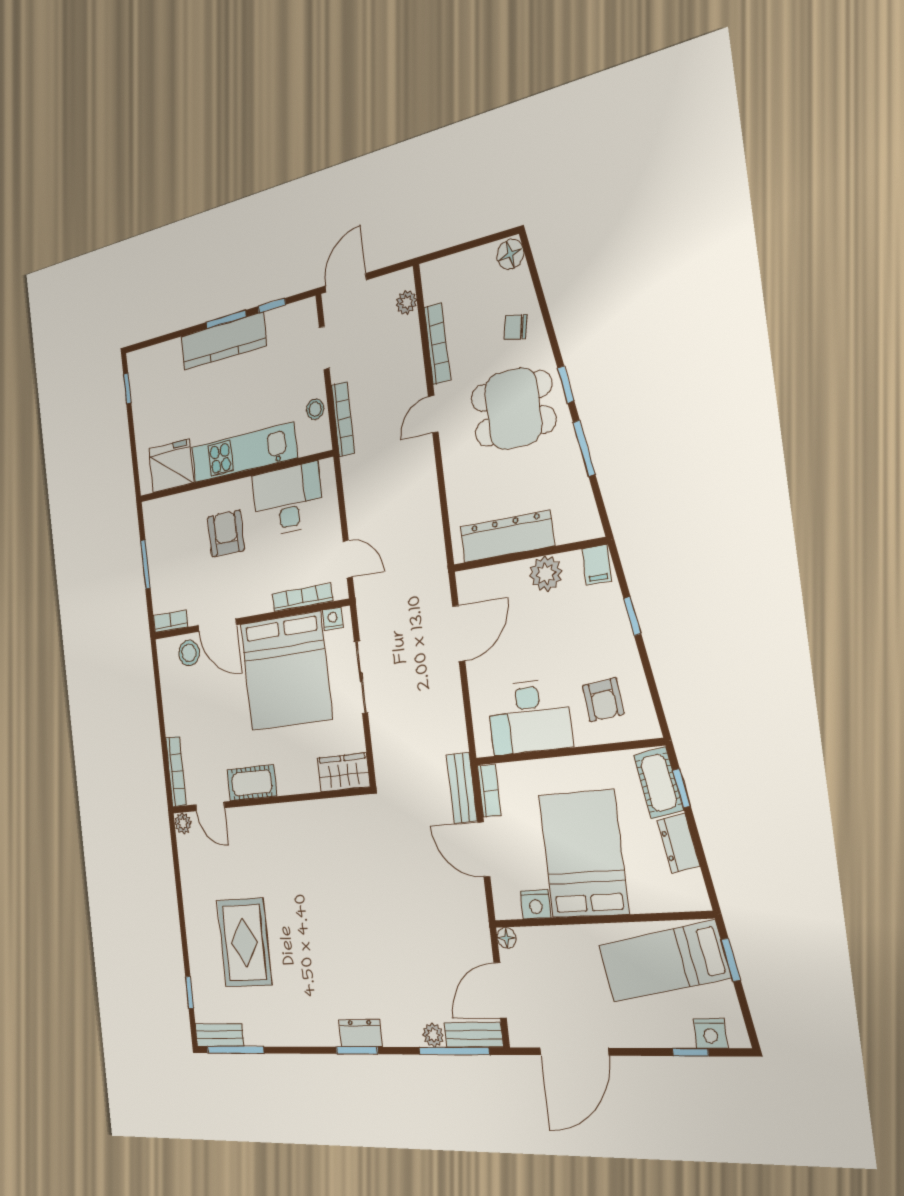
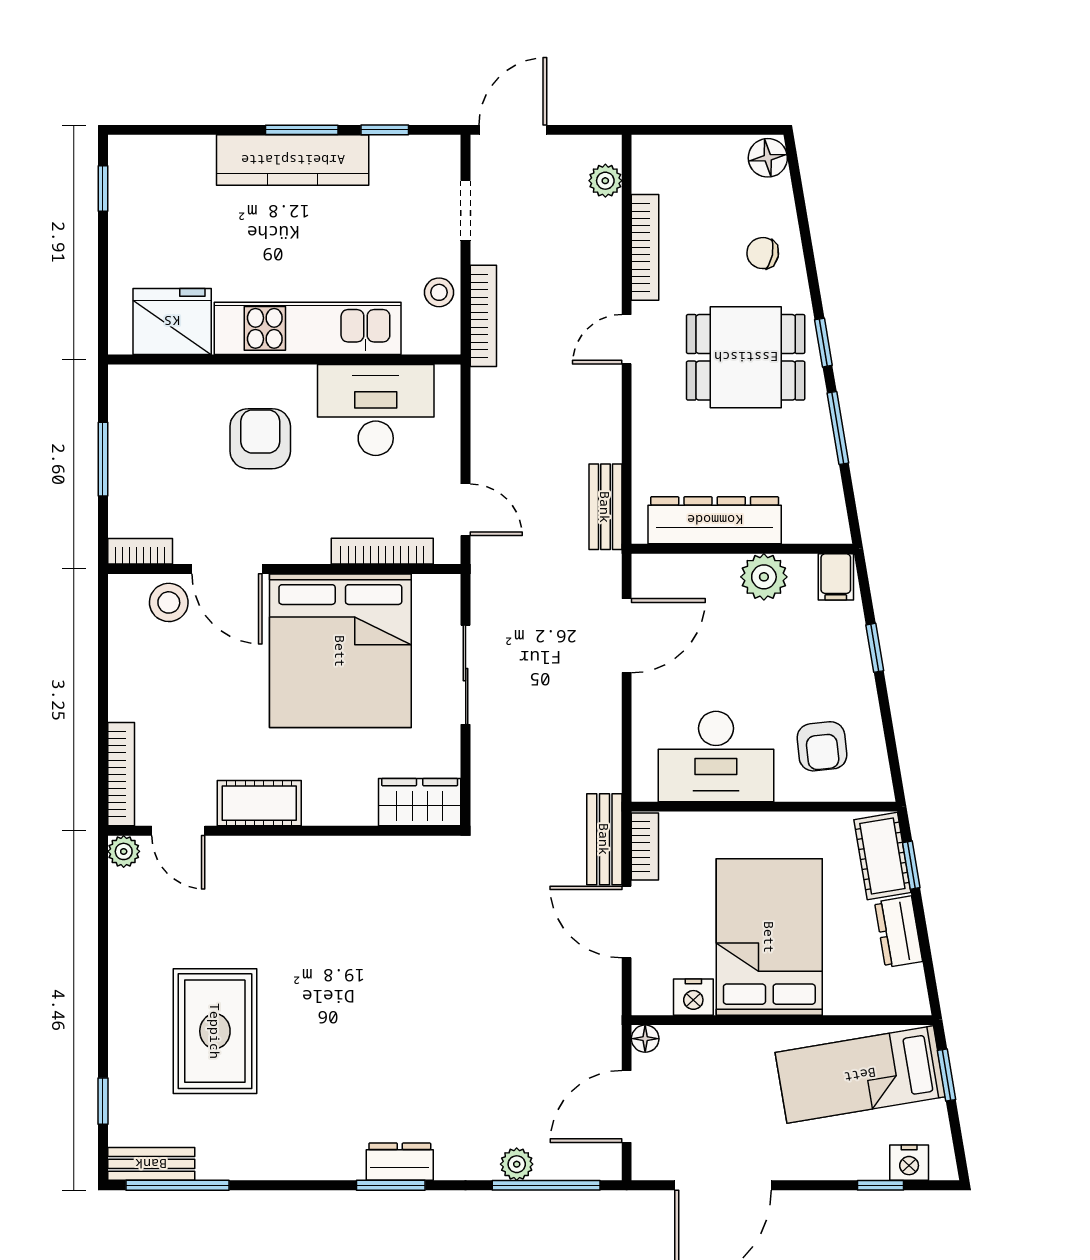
nightstand: (333, 619) -> (430, 588), removed
bench: (474, 1035) -> (605, 507), moved, turned 90

